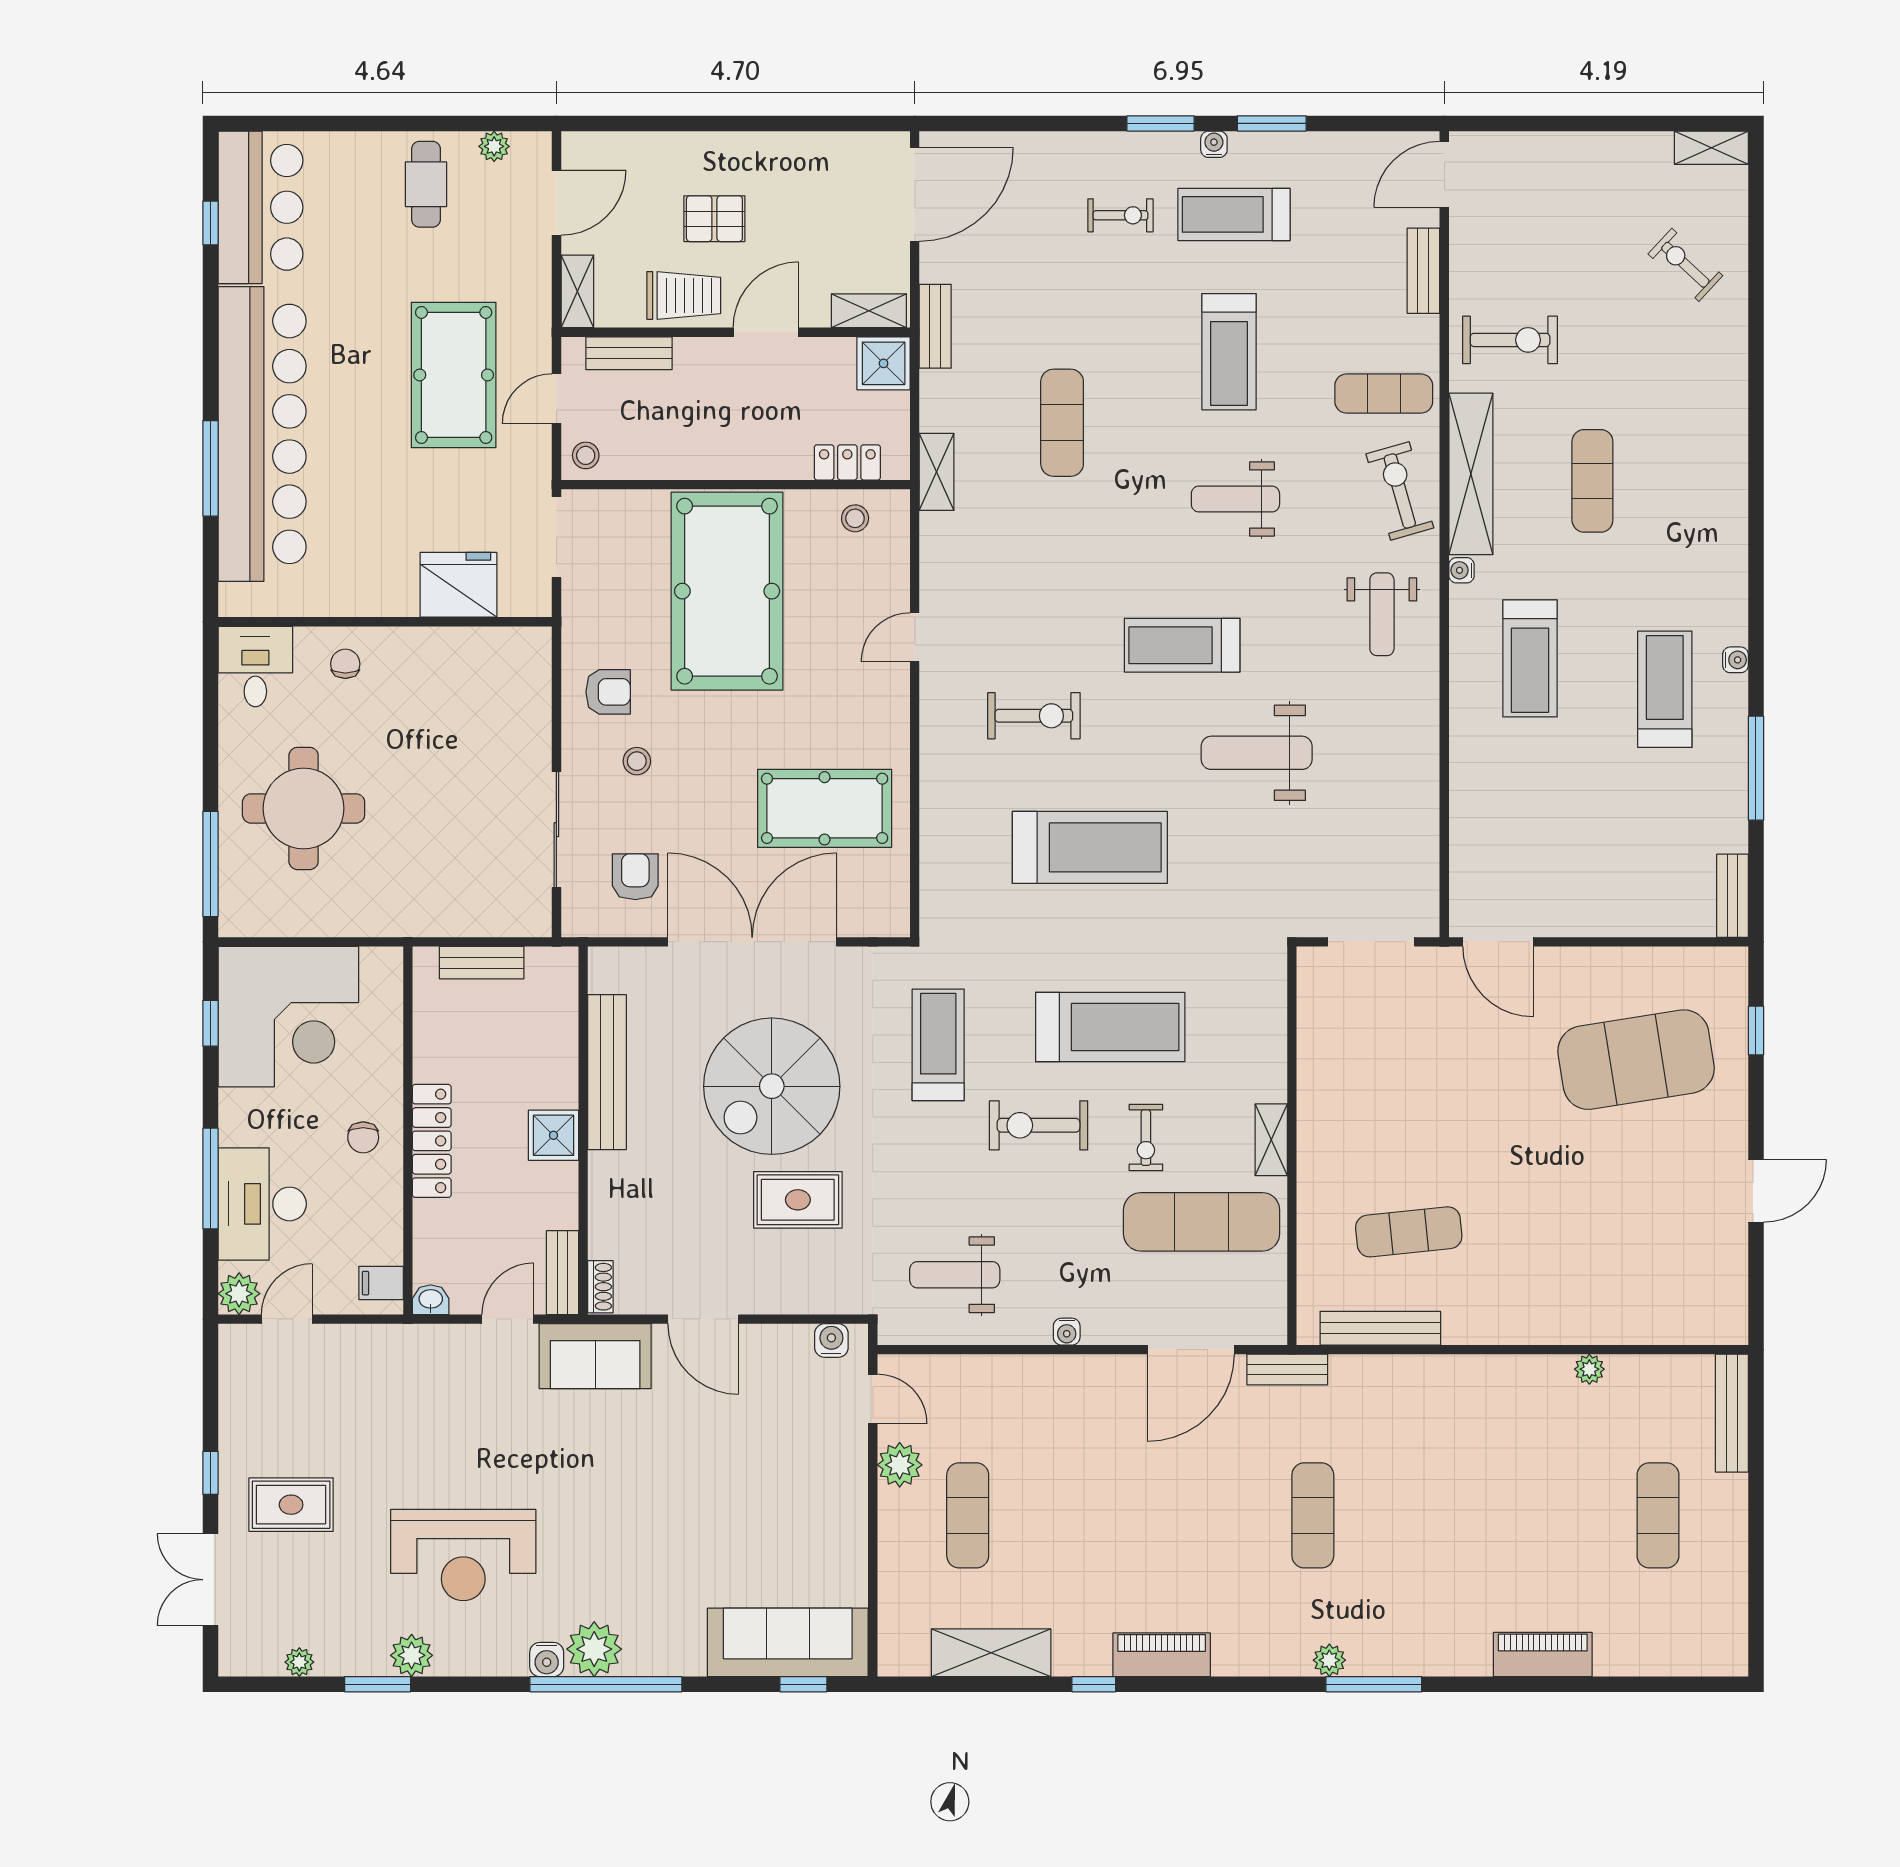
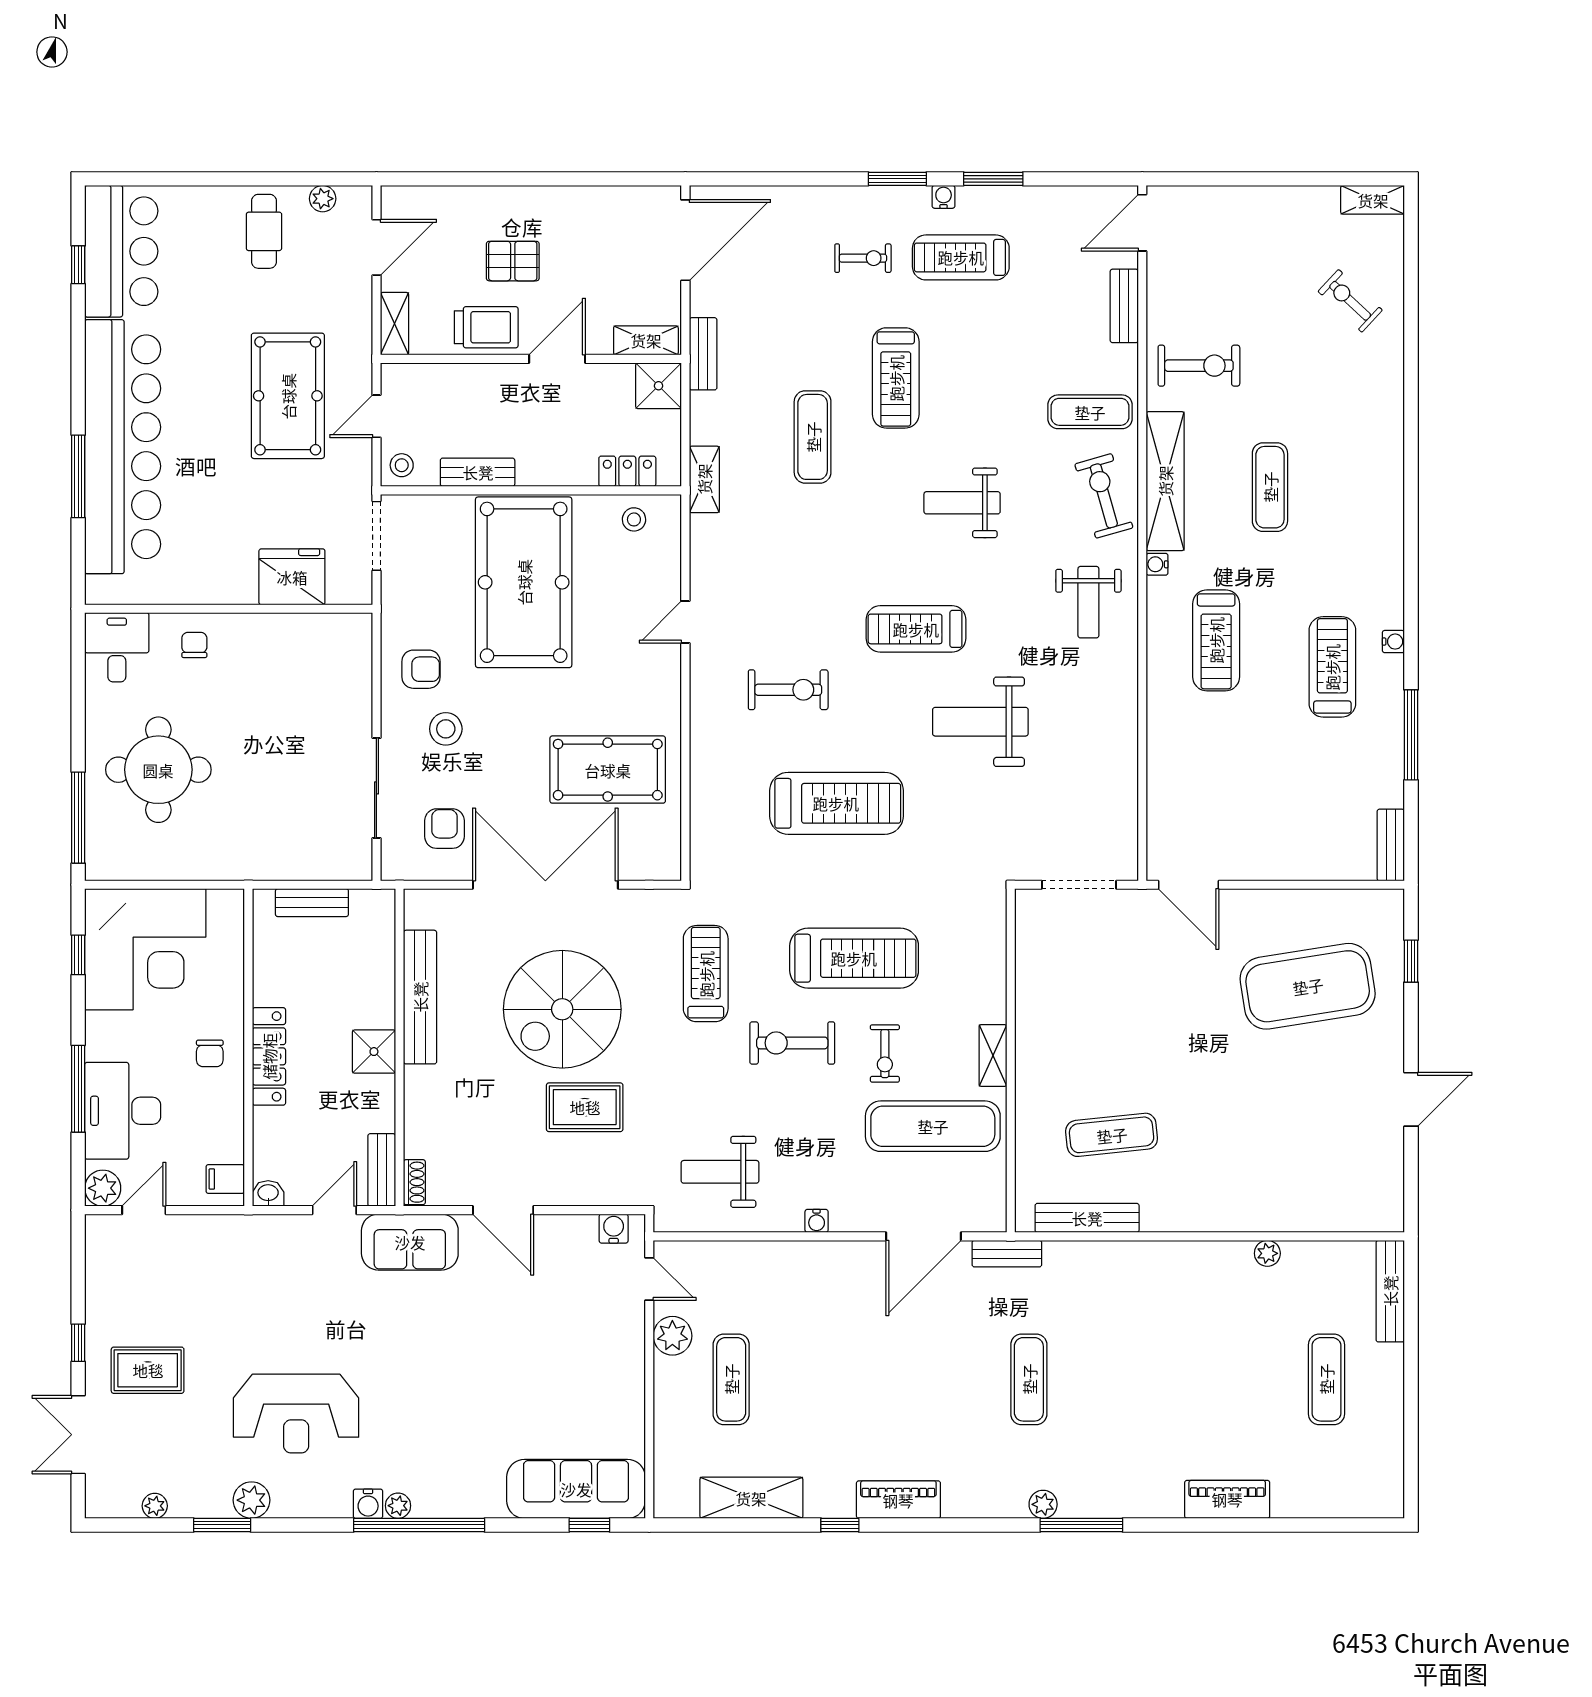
treadmill: (1229, 352) -> (896, 378), moved
bench: (629, 353) -> (478, 472), moved
stool: (637, 761) -> (446, 729), width x1.37, depth x1.37
plant: (594, 1649) -> (398, 1506), width x0.53, depth x0.53

